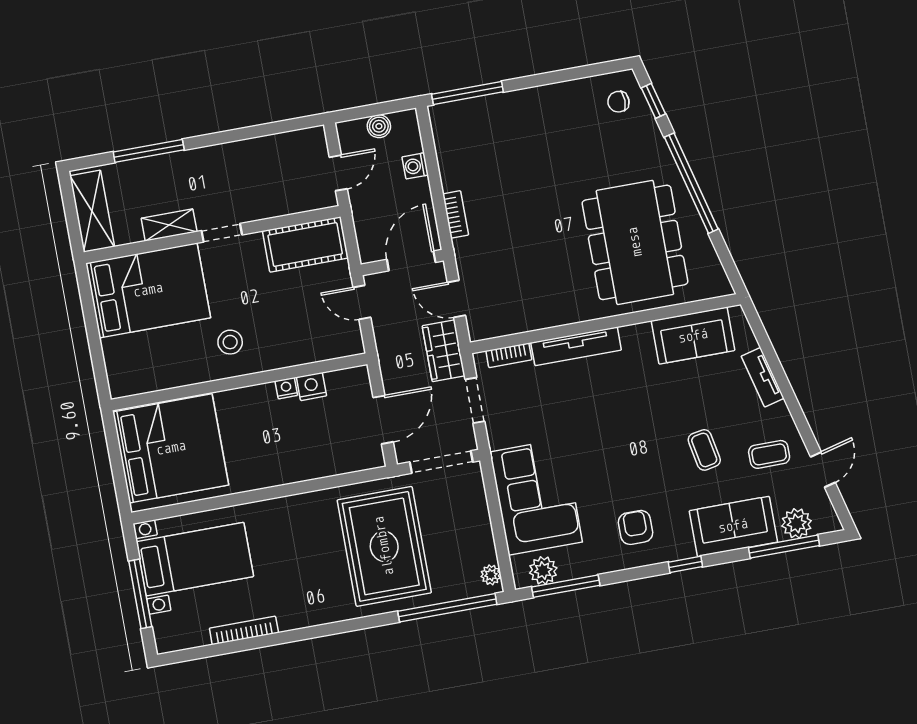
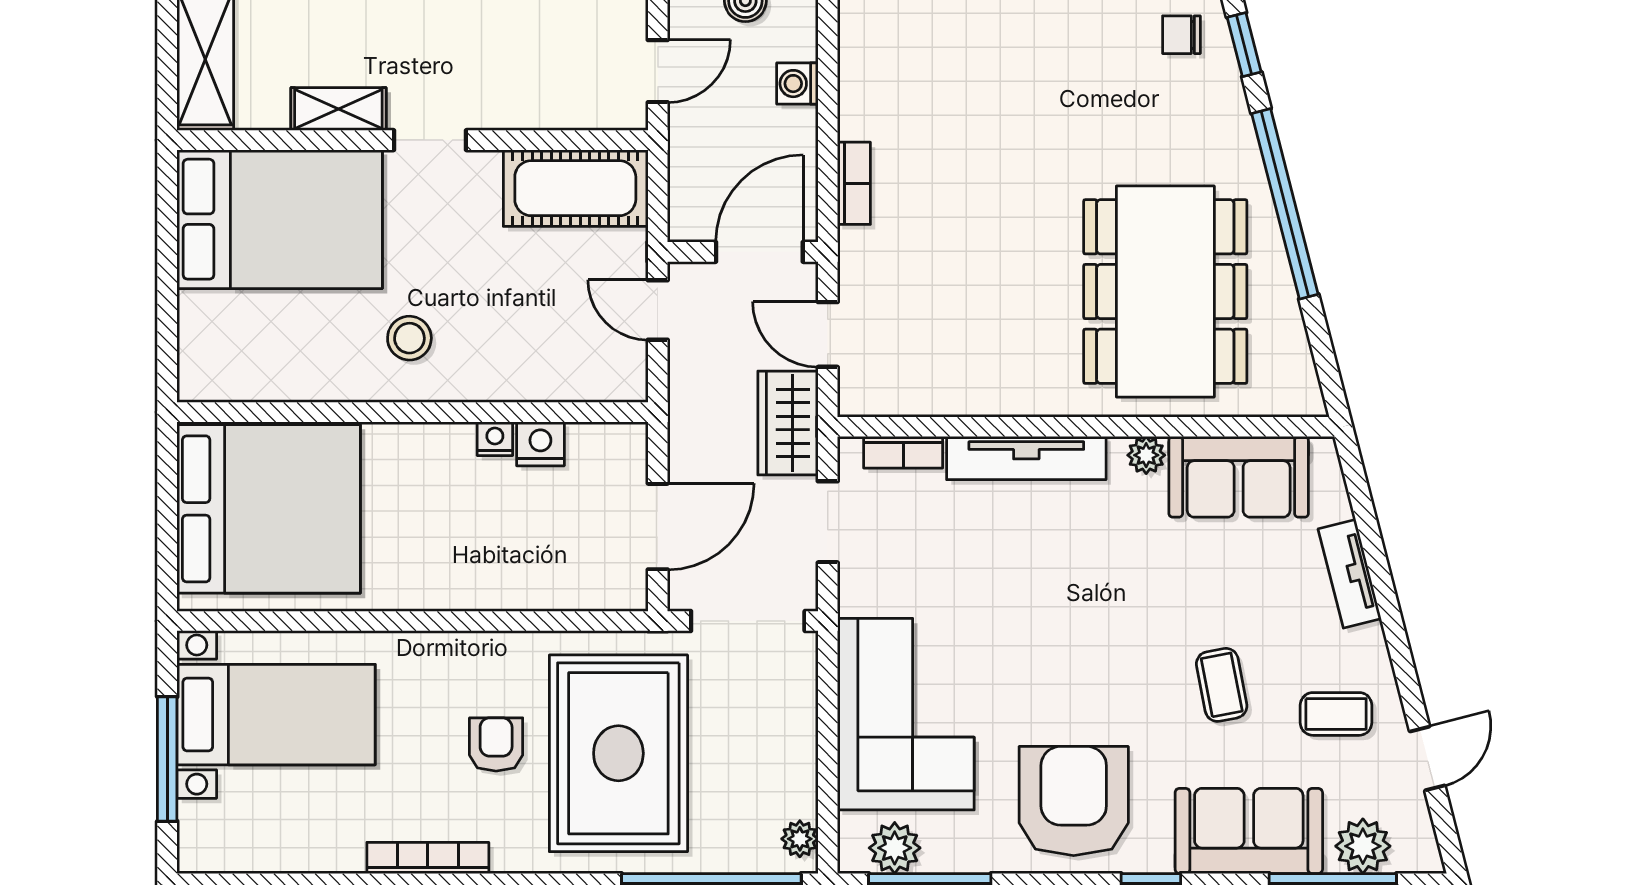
plant: (641, 333) -> (1146, 455), added
armchair: (636, 527) -> (1074, 801), width x1.88, depth x1.88
armchair: (317, 554) -> (496, 744), added
bookcase: (244, 630) -> (428, 858), moved

